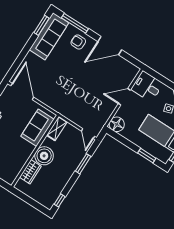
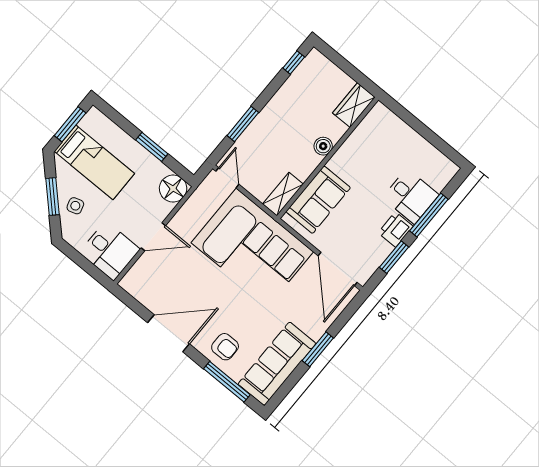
window: (42, 25) -> (318, 349), moved
corner sofa: (70, 98) -> (252, 247), added
boiler: (44, 156) -> (323, 146), width x0.54, depth x0.54
window: (147, 156) -> (152, 147), moved
wardrobe: (30, 172) -> (354, 105), moved

